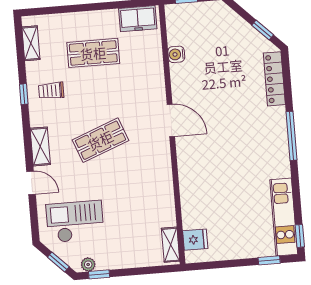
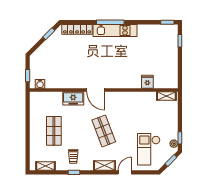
freezer: (138, 19) -> (73, 98), moved, turned 90
water cooler: (176, 54) -> (40, 84), moved
door: (171, 120) -> (96, 90), swing flipped
kitchen unit: (284, 217) -> (115, 30), moved
fridge: (195, 240) -> (147, 82), moved

